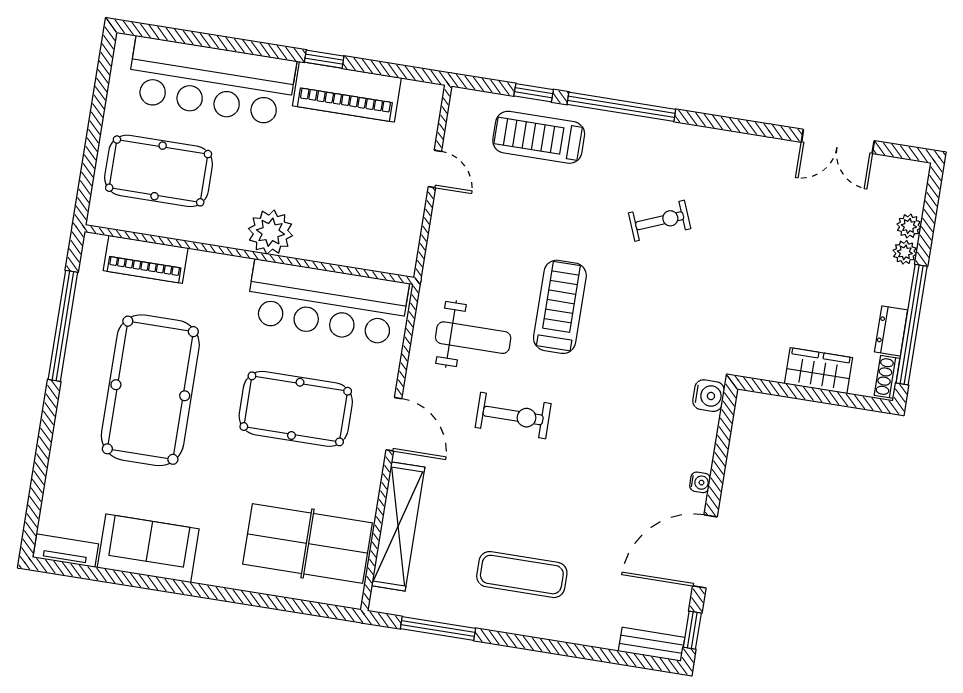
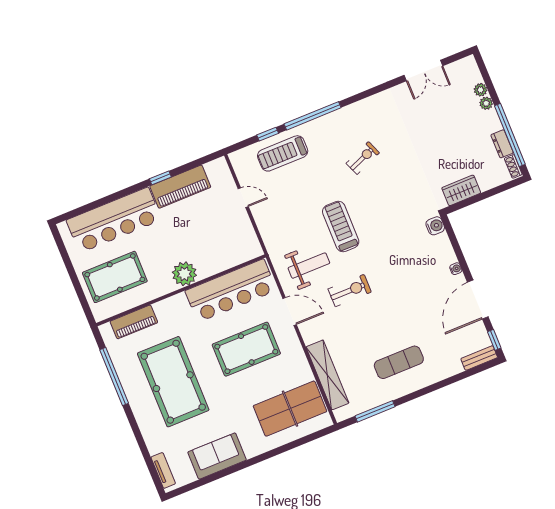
wardrobe: (819, 371) -> (461, 190), moved
door: (394, 424) -> (290, 311), moved
tv unit: (66, 551) -> (163, 470), moved, turned 90

